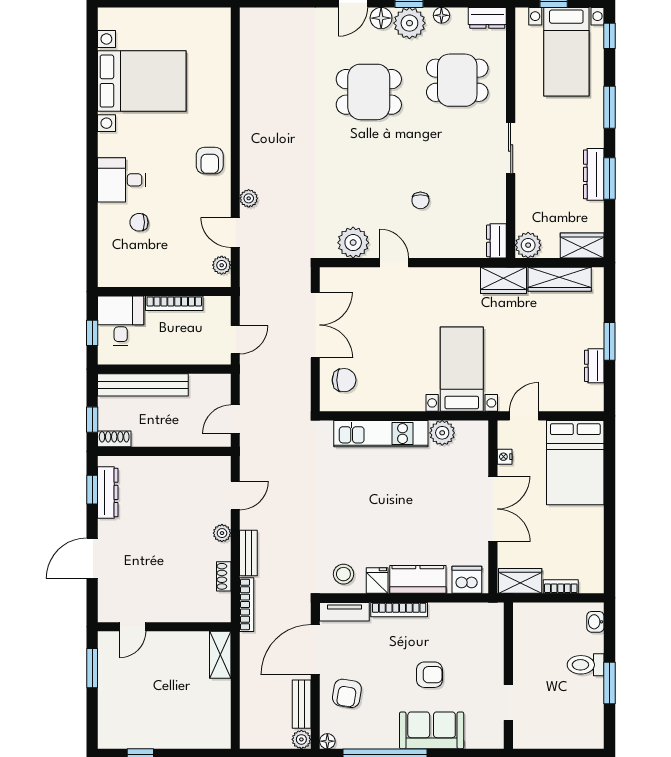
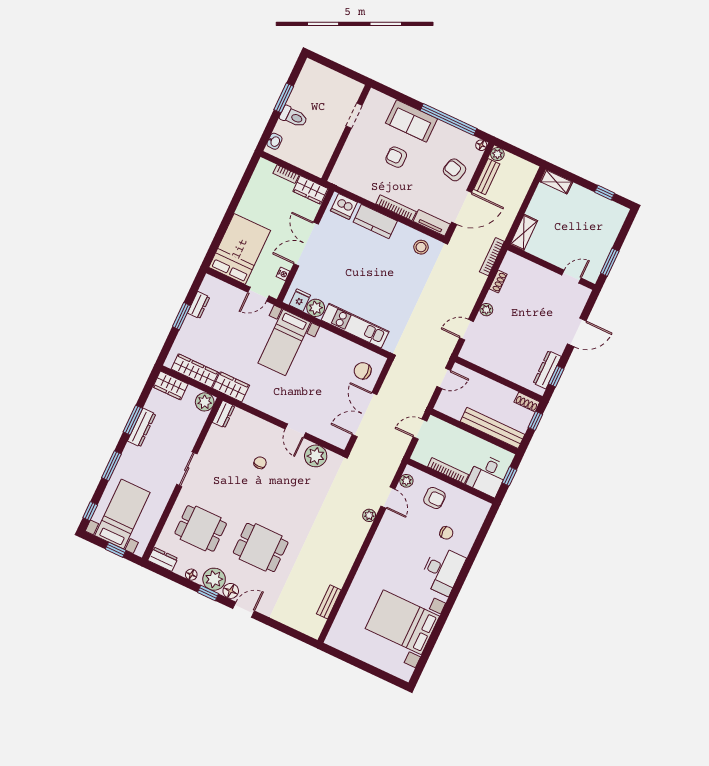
armchair: (210, 161) -> (434, 498), moved, turned 90
desk: (122, 180) -> (442, 570), width x1.37
bench: (248, 553) -> (329, 602), moved
fridge: (377, 581) -> (300, 300), moved, turned 180
armchair: (347, 693) -> (455, 170), turned -85
shelving: (209, 739) -> (556, 182), added

